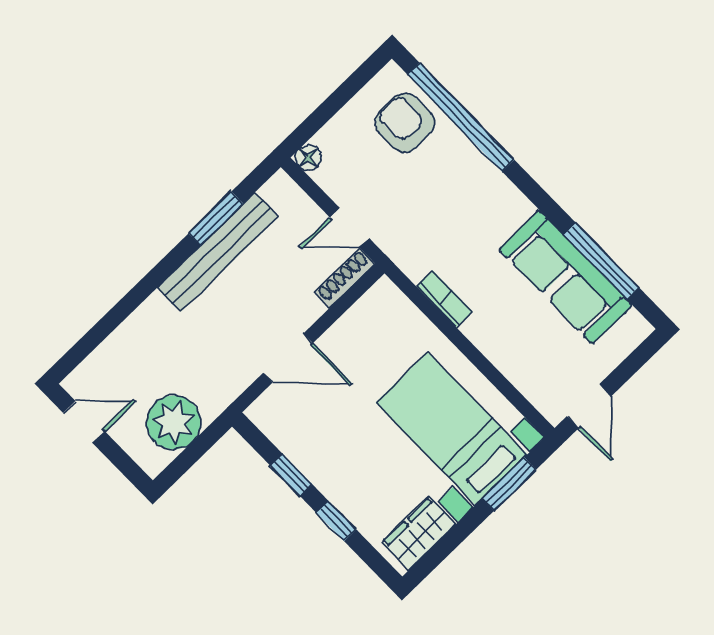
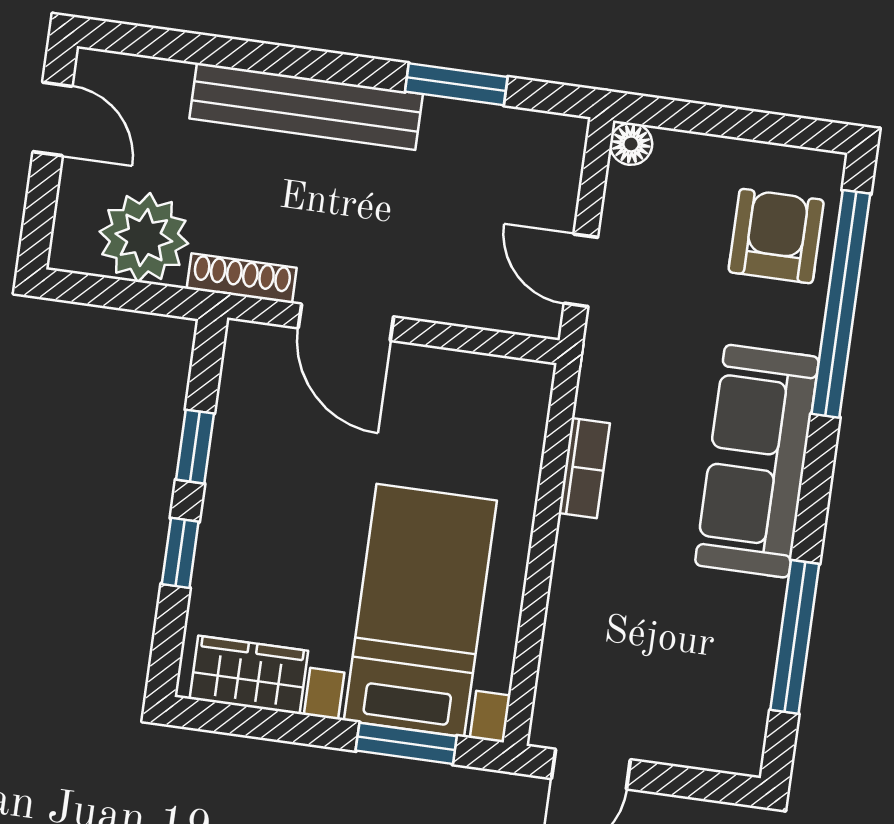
bench: (218, 252) -> (306, 106), moved
sofa: (566, 277) -> (757, 461), moved
shoe rack: (345, 278) -> (242, 278), moved

